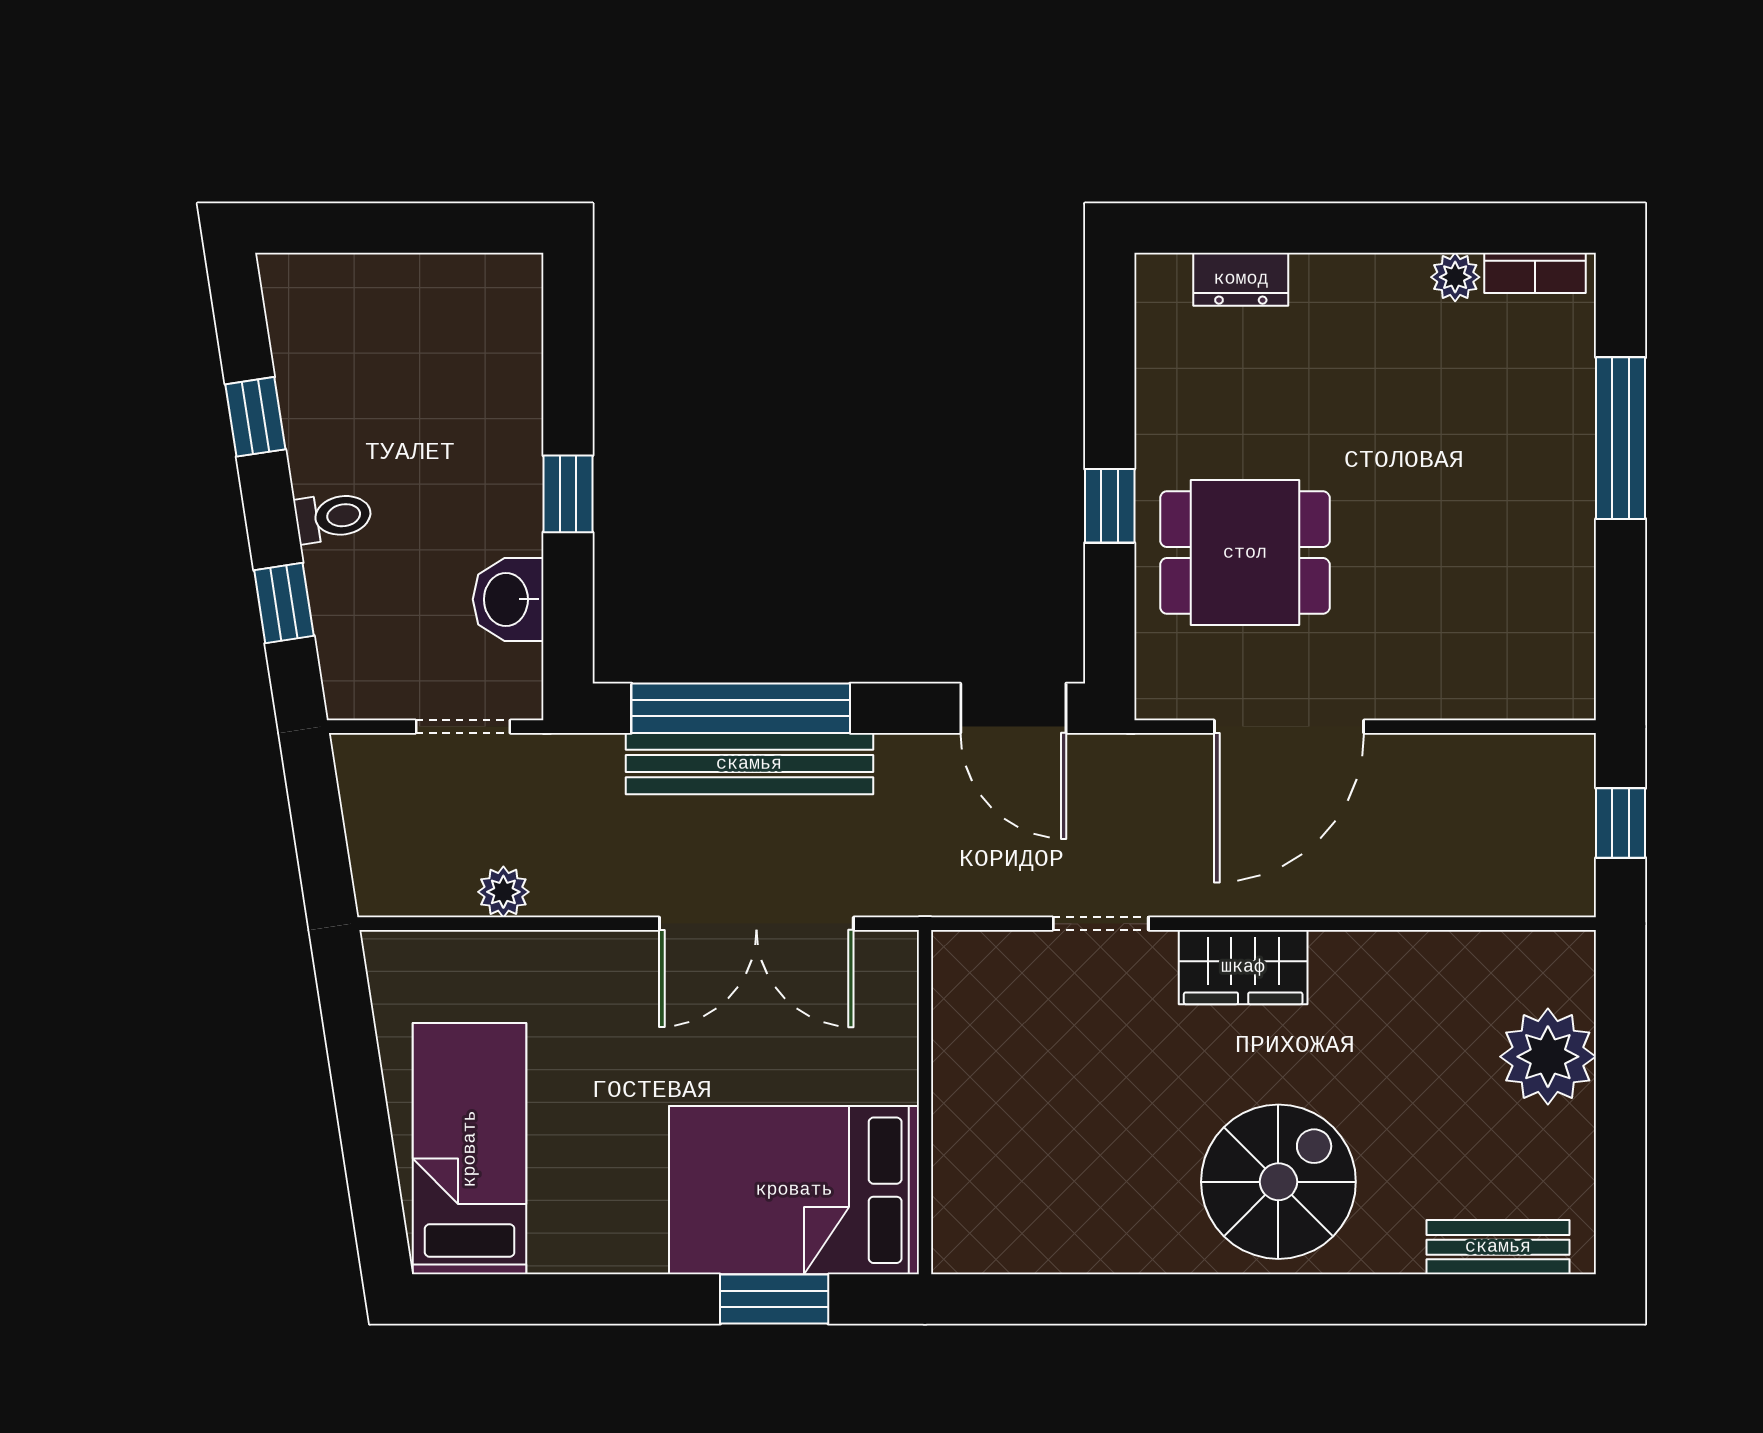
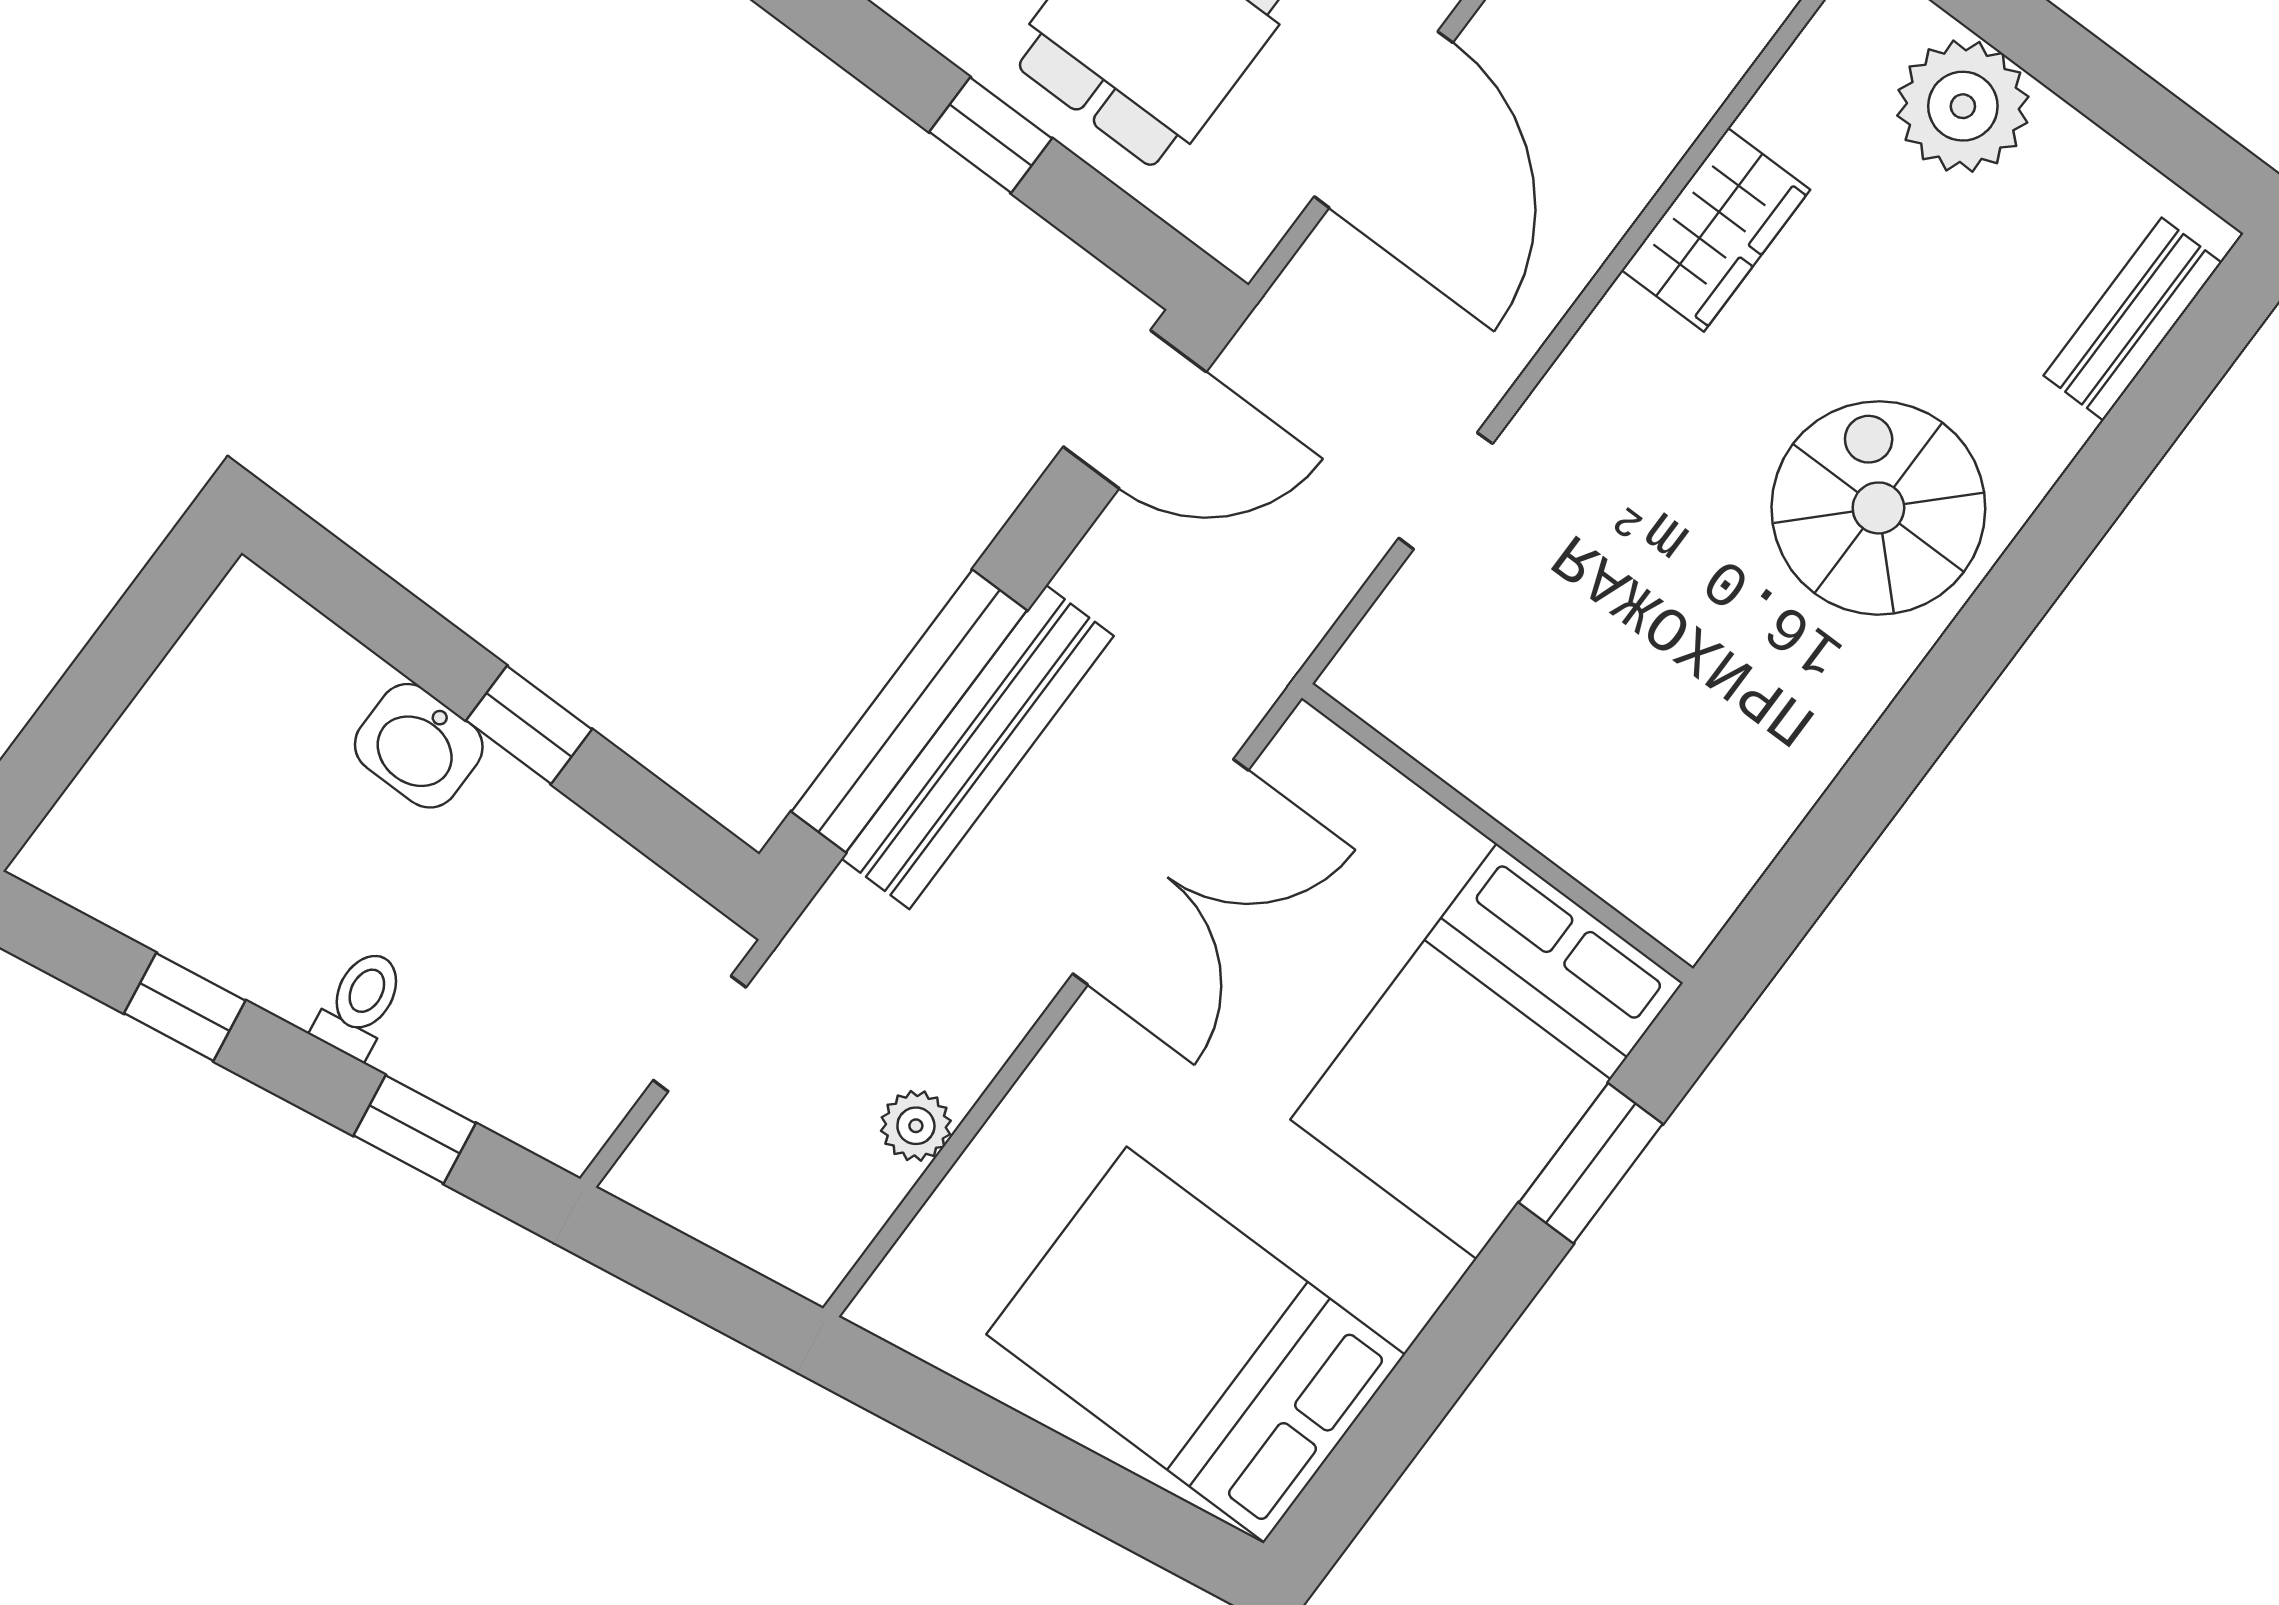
washbasin: (508, 599) -> (419, 746), moved
wardrobe: (1243, 967) -> (1716, 230), moved
bed: (470, 1149) -> (1196, 1344), width x1.50

